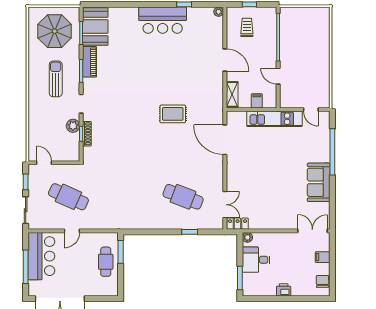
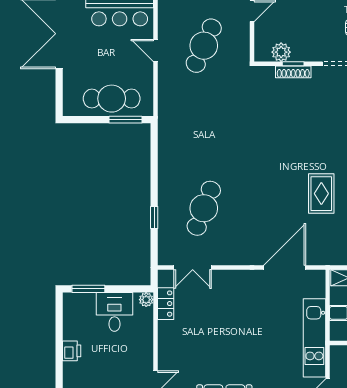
plant: (73, 126) -> (281, 52), moved
locker: (238, 224) -> (166, 304), moved
cafe table: (106, 262) -> (112, 99), width x1.37, depth x1.35

